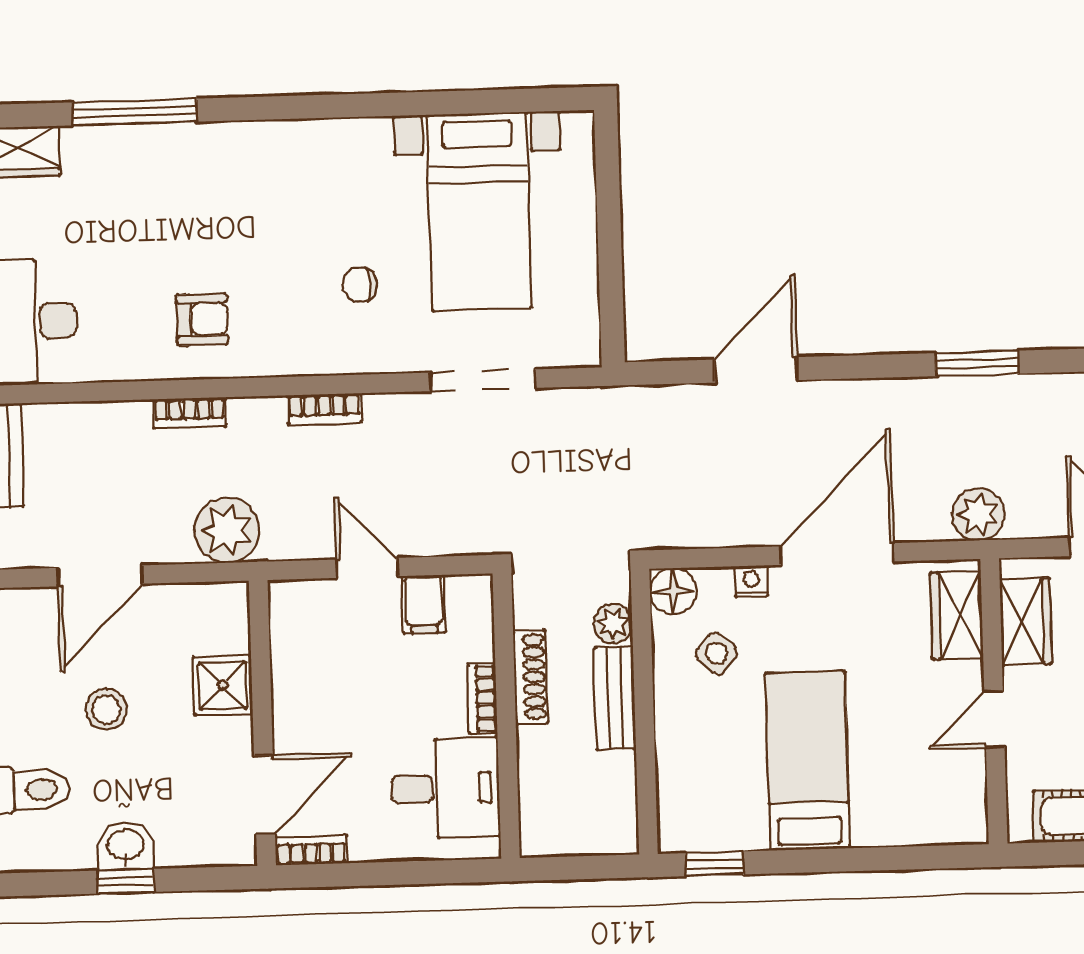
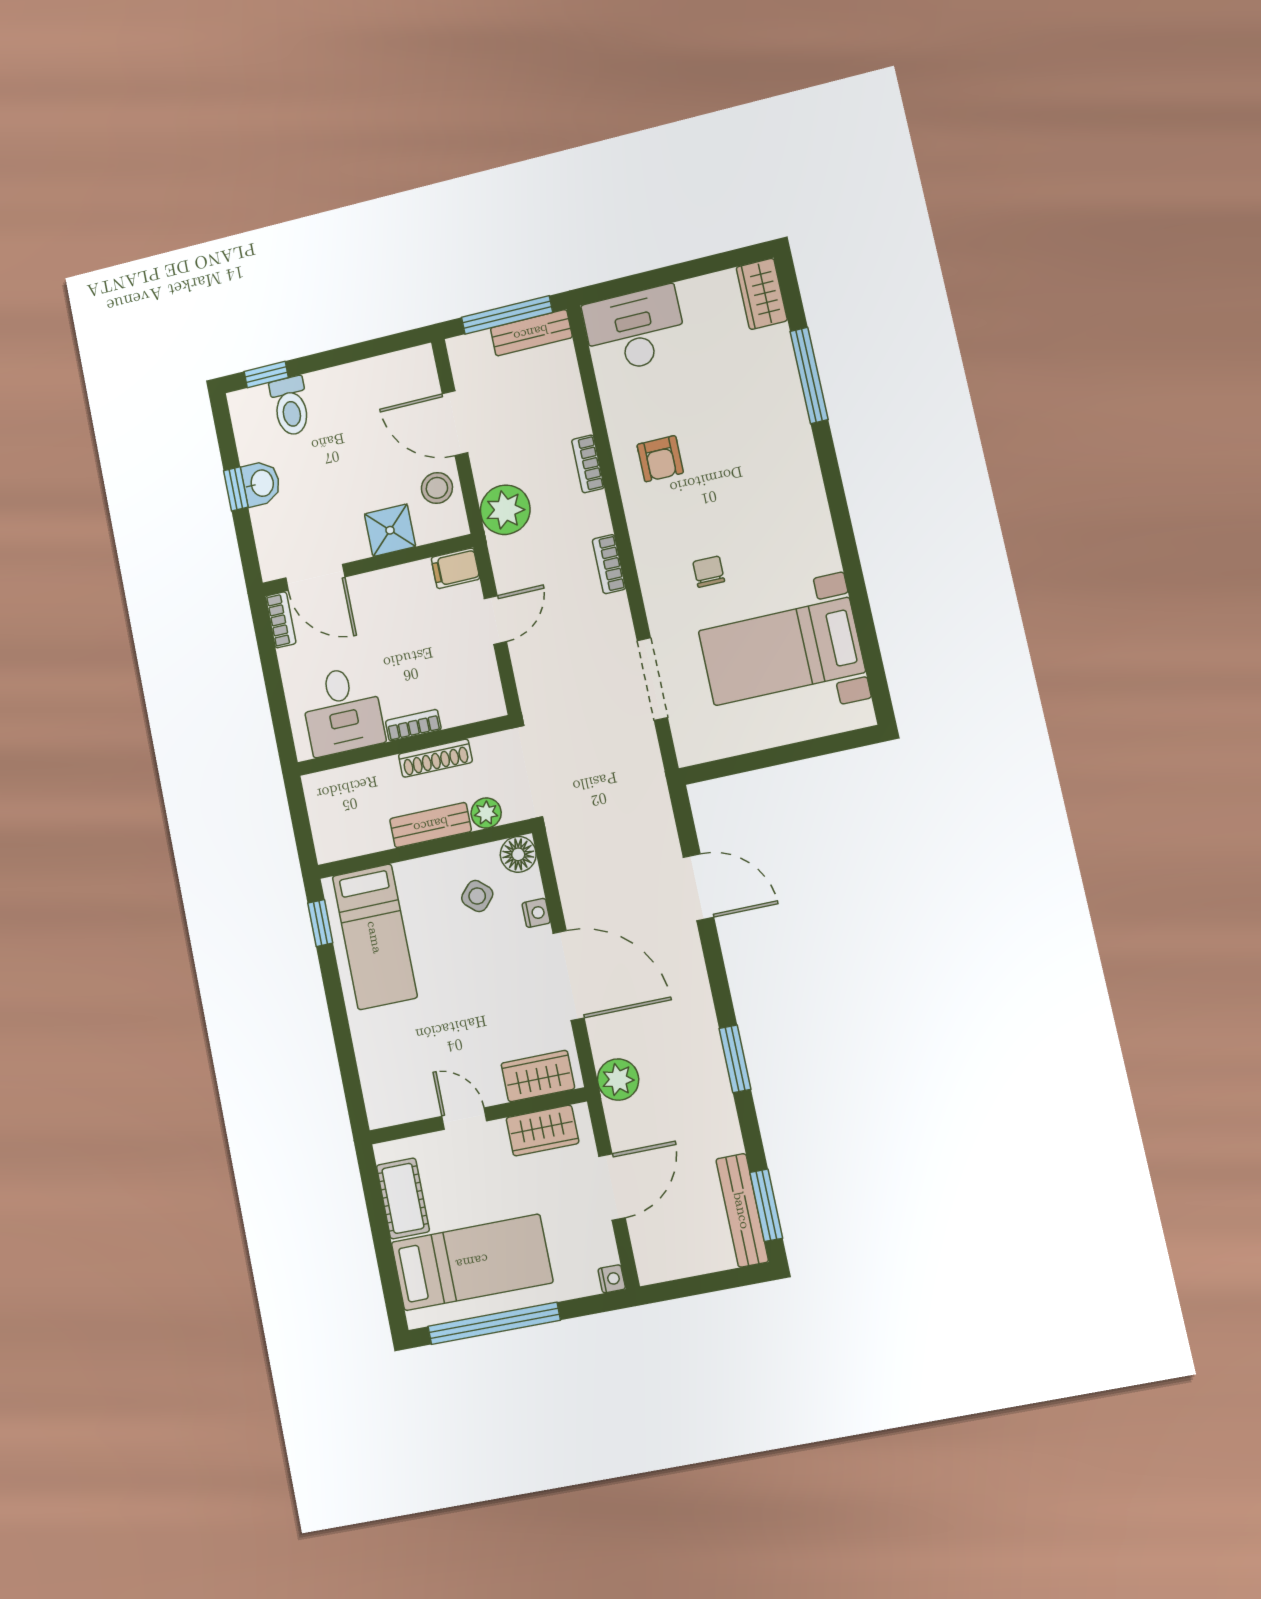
filing cabinet: (424, 604) -> (455, 568), moved
stool: (106, 709) -> (437, 488), moved
bed: (808, 761) -> (375, 937), moved, turned 90

